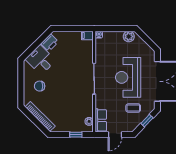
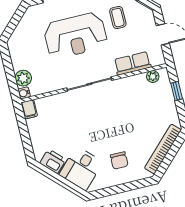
plant: (129, 36) -> (23, 78), moved
row of seats: (101, 120) -> (133, 63), moved

